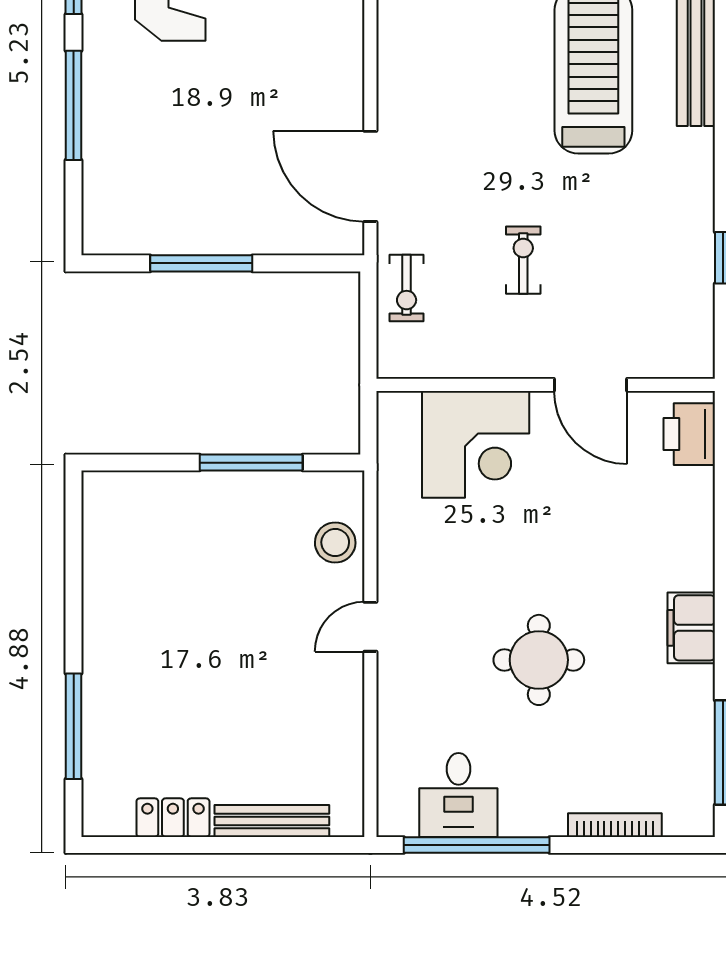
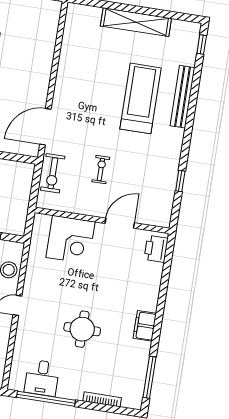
door: (370, 176) -> (45, 127), hinge flipped
exercise bike: (407, 288) -> (53, 173), width x1.38, depth x1.39
door: (590, 385) -> (120, 223), swing flipped

